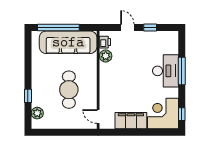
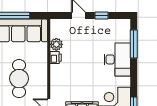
printer: (105, 42) -> (56, 58), moved
window: (182, 71) -> (134, 44), moved

